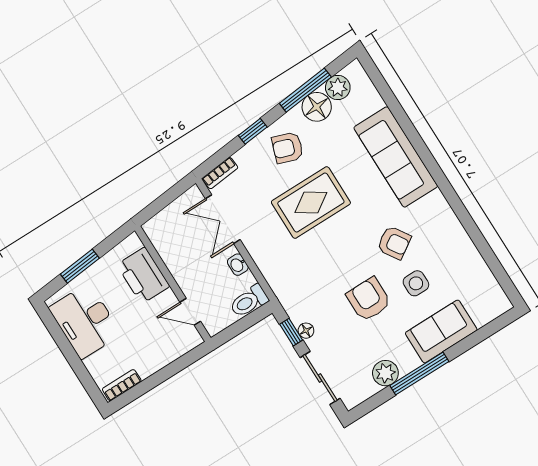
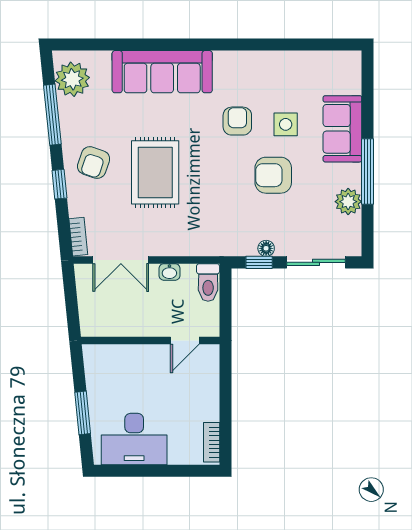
plant: (338, 87) -> (72, 79), width x1.36, depth x1.36
floor lamp: (317, 107) -> (74, 114), removed
armchair: (394, 243) -> (237, 121), turned -57
printer: (143, 275) -> (126, 362), removed

